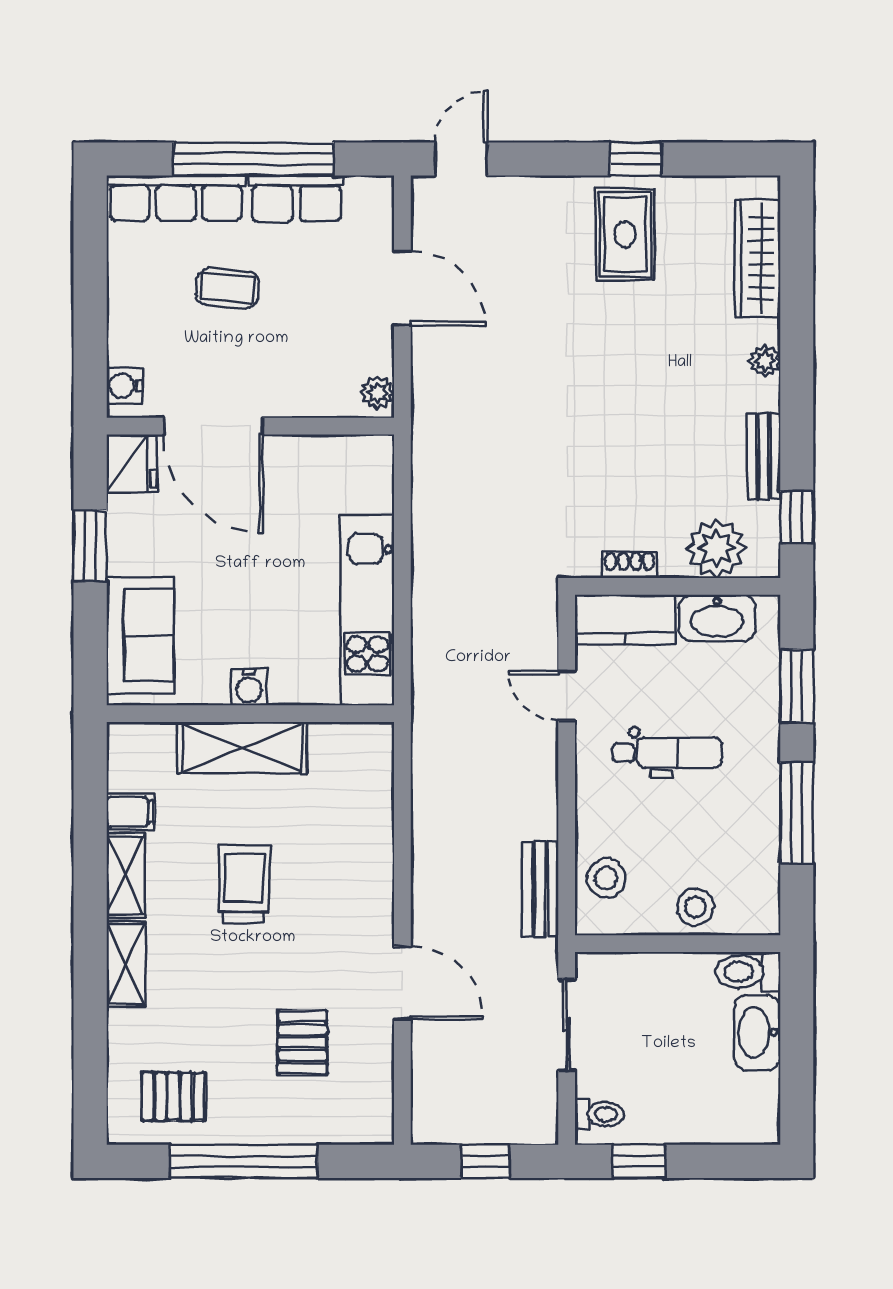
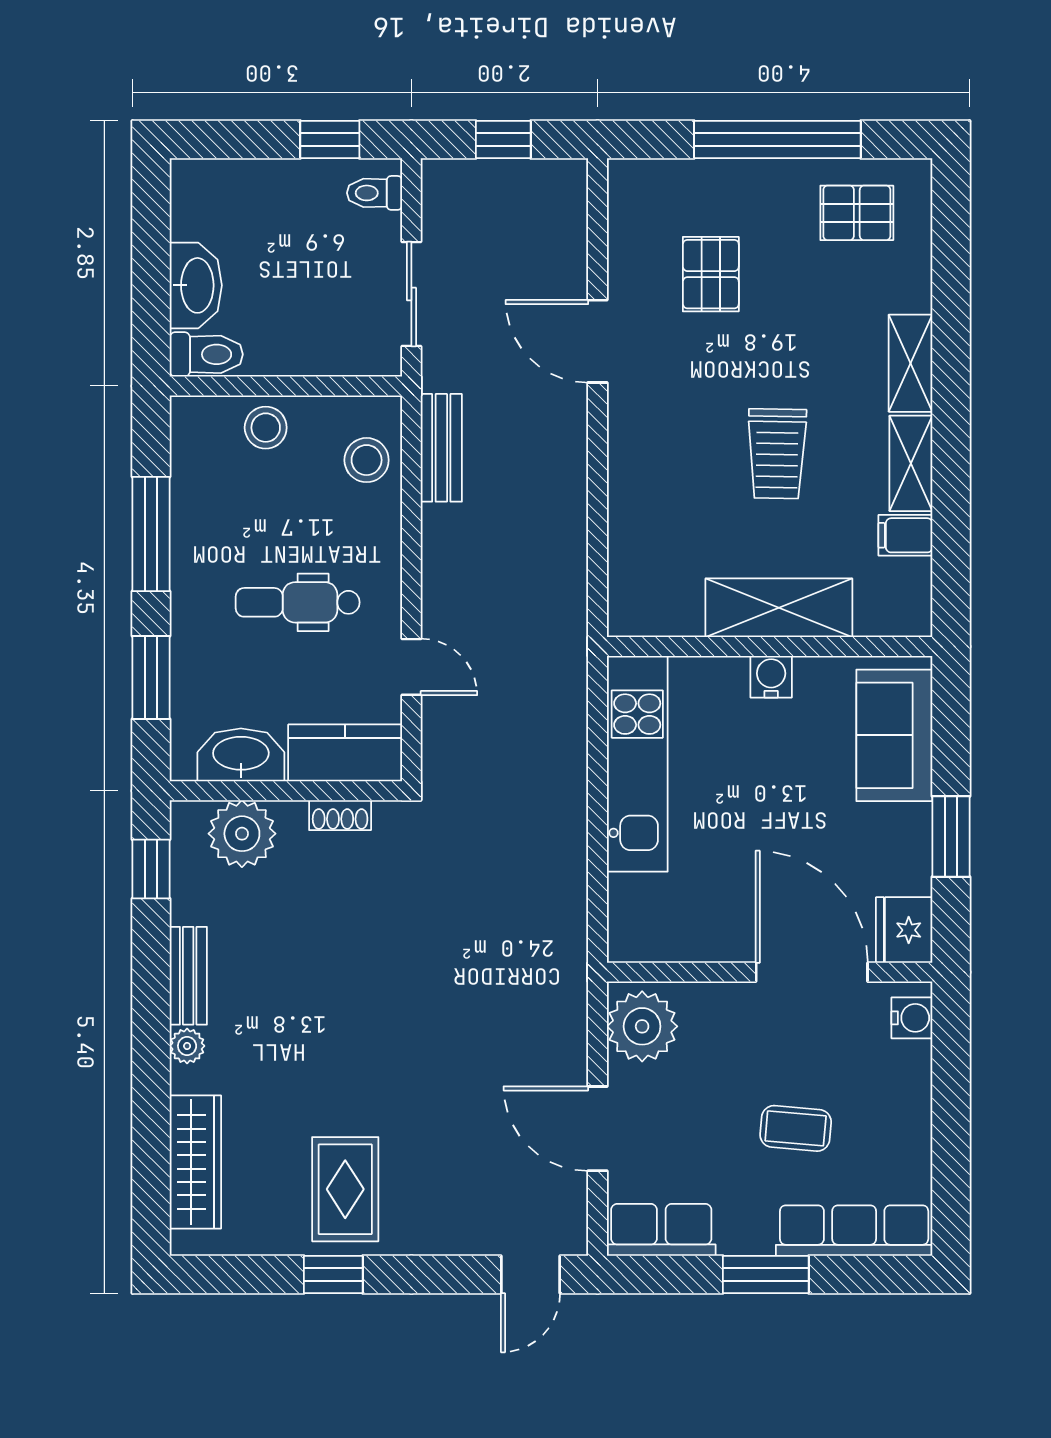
window: (254, 159) -> (766, 1275), width x0.47
row of seats: (296, 198) -> (661, 1230), moved
plant: (377, 393) -> (642, 1026), width x1.87, depth x1.87
bench: (764, 456) -> (188, 976), moved

